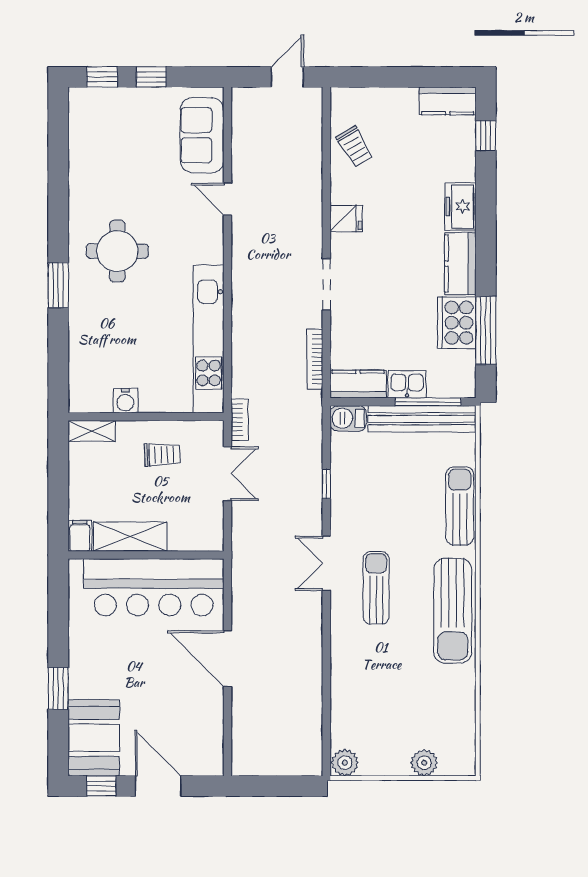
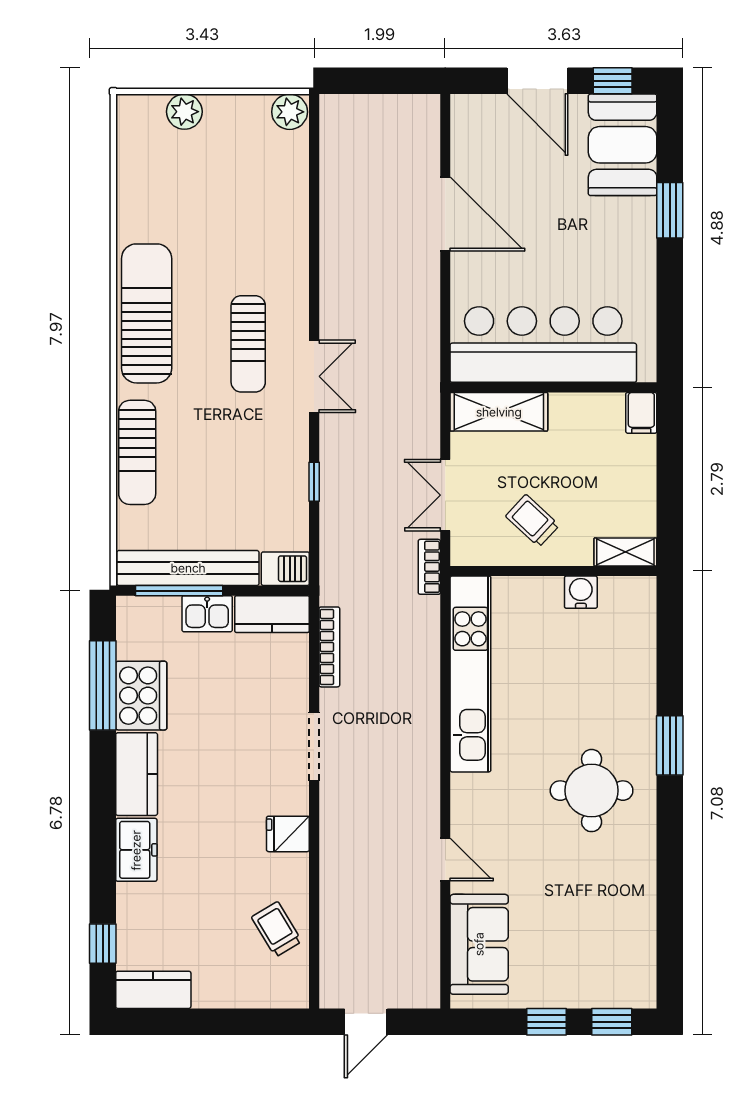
trolley: (162, 454) -> (532, 521), turned 45
shelving: (130, 537) -> (499, 412), moved
door: (228, 659) -> (445, 214), moved

